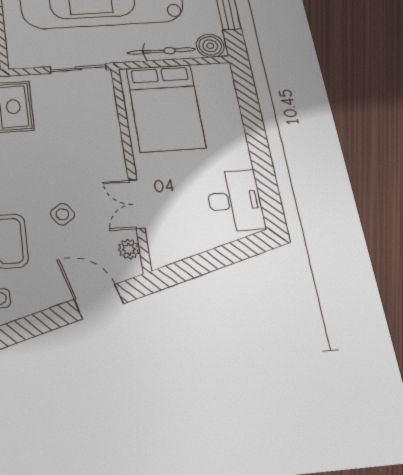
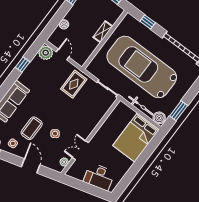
bed: (166, 108) -> (136, 137), moved
desk: (235, 201) -> (99, 177), moved, turned 74
door: (99, 301) -> (31, 166), moved

